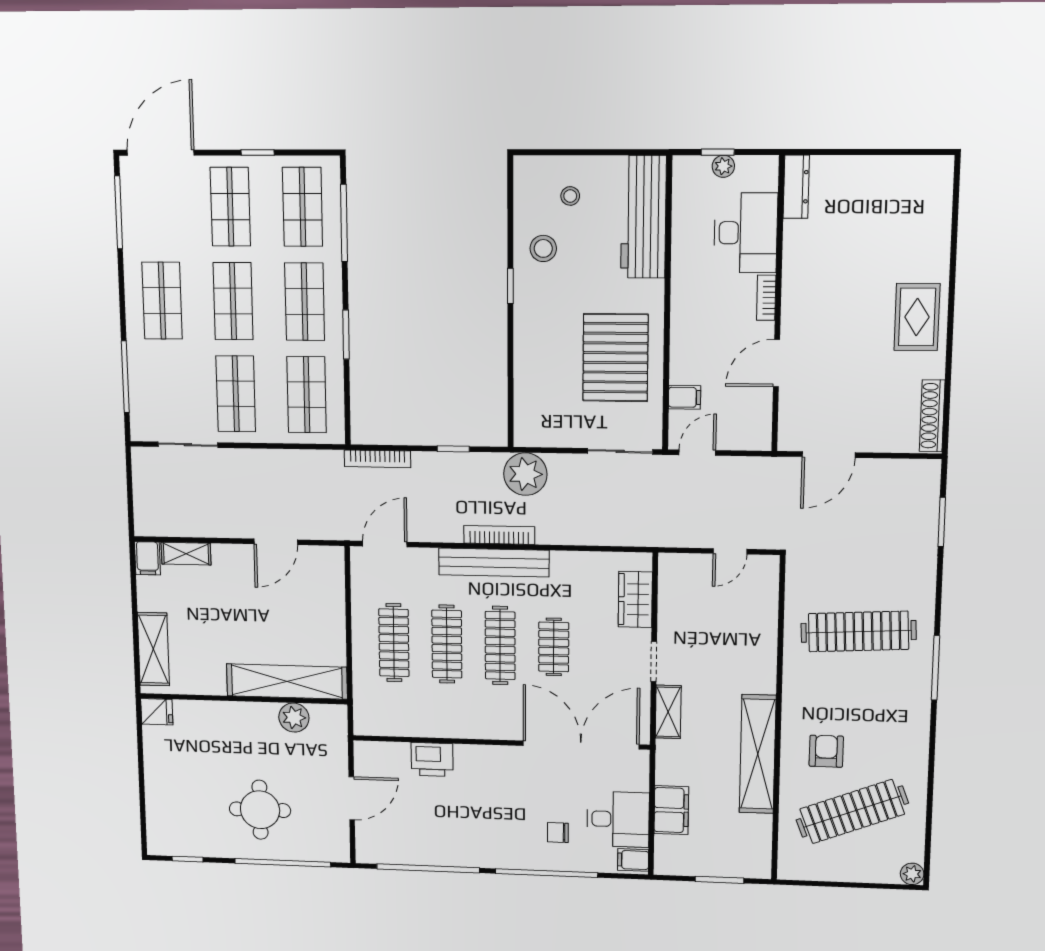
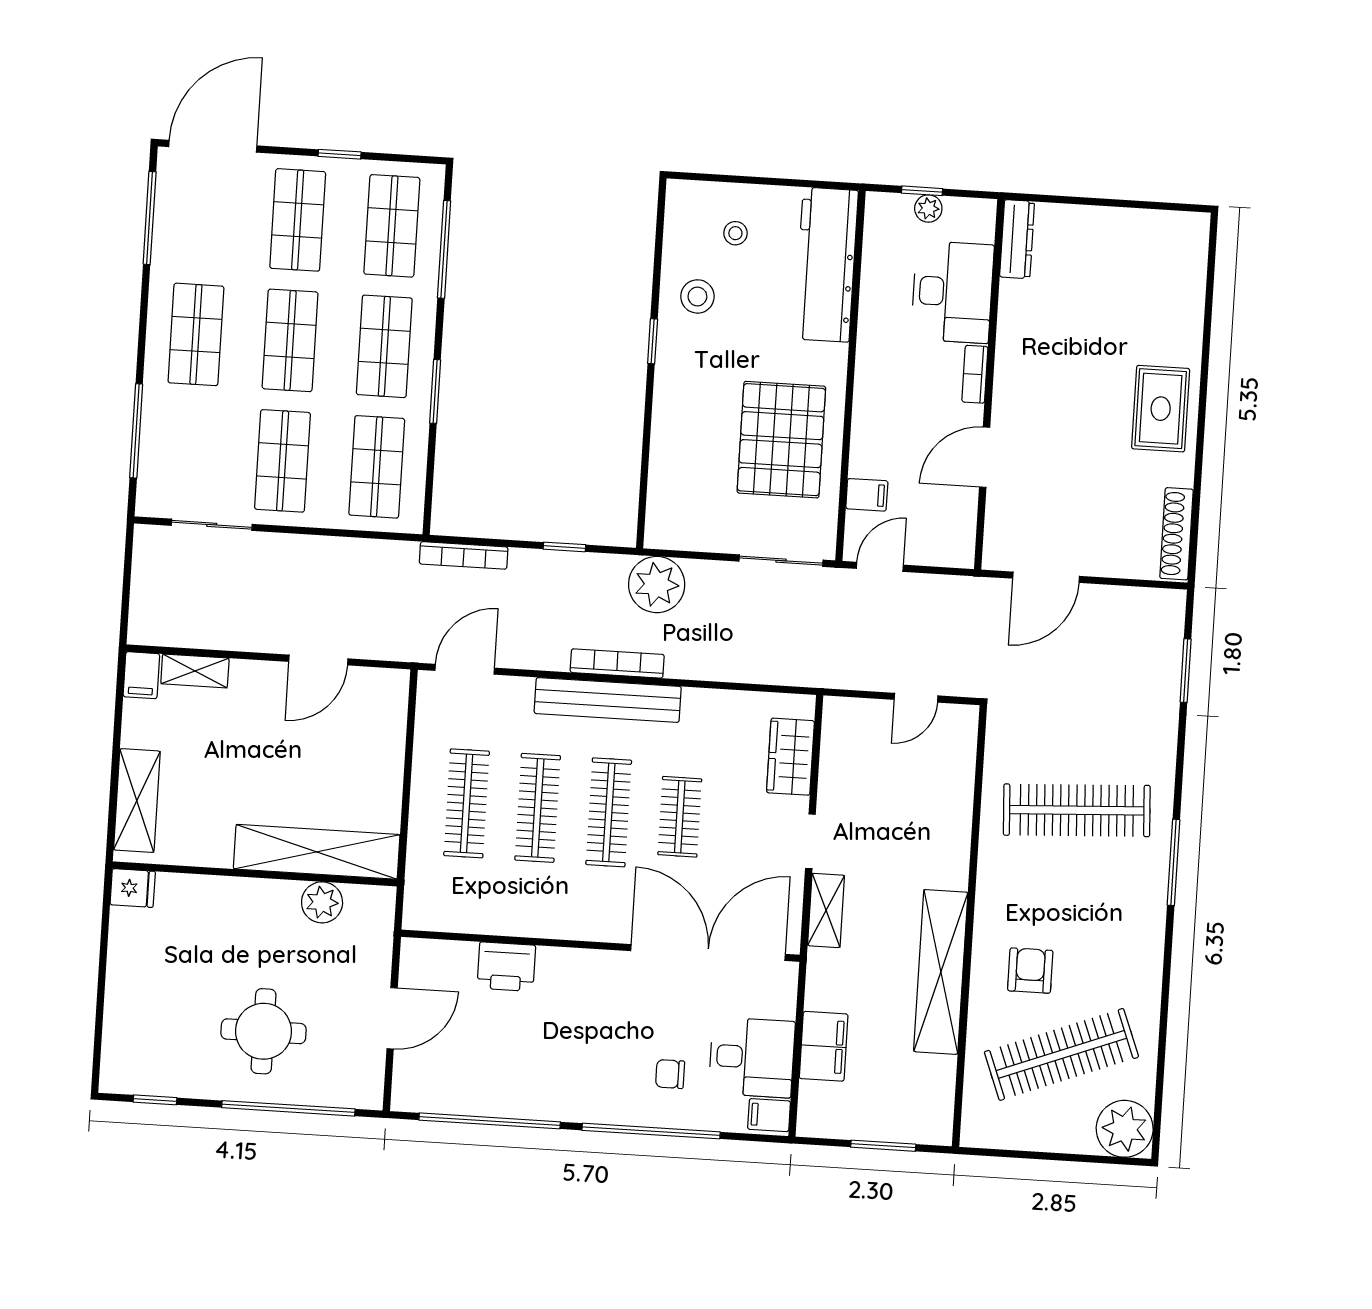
plant: (912, 874) -> (1125, 1129), width x1.87, depth x1.87

